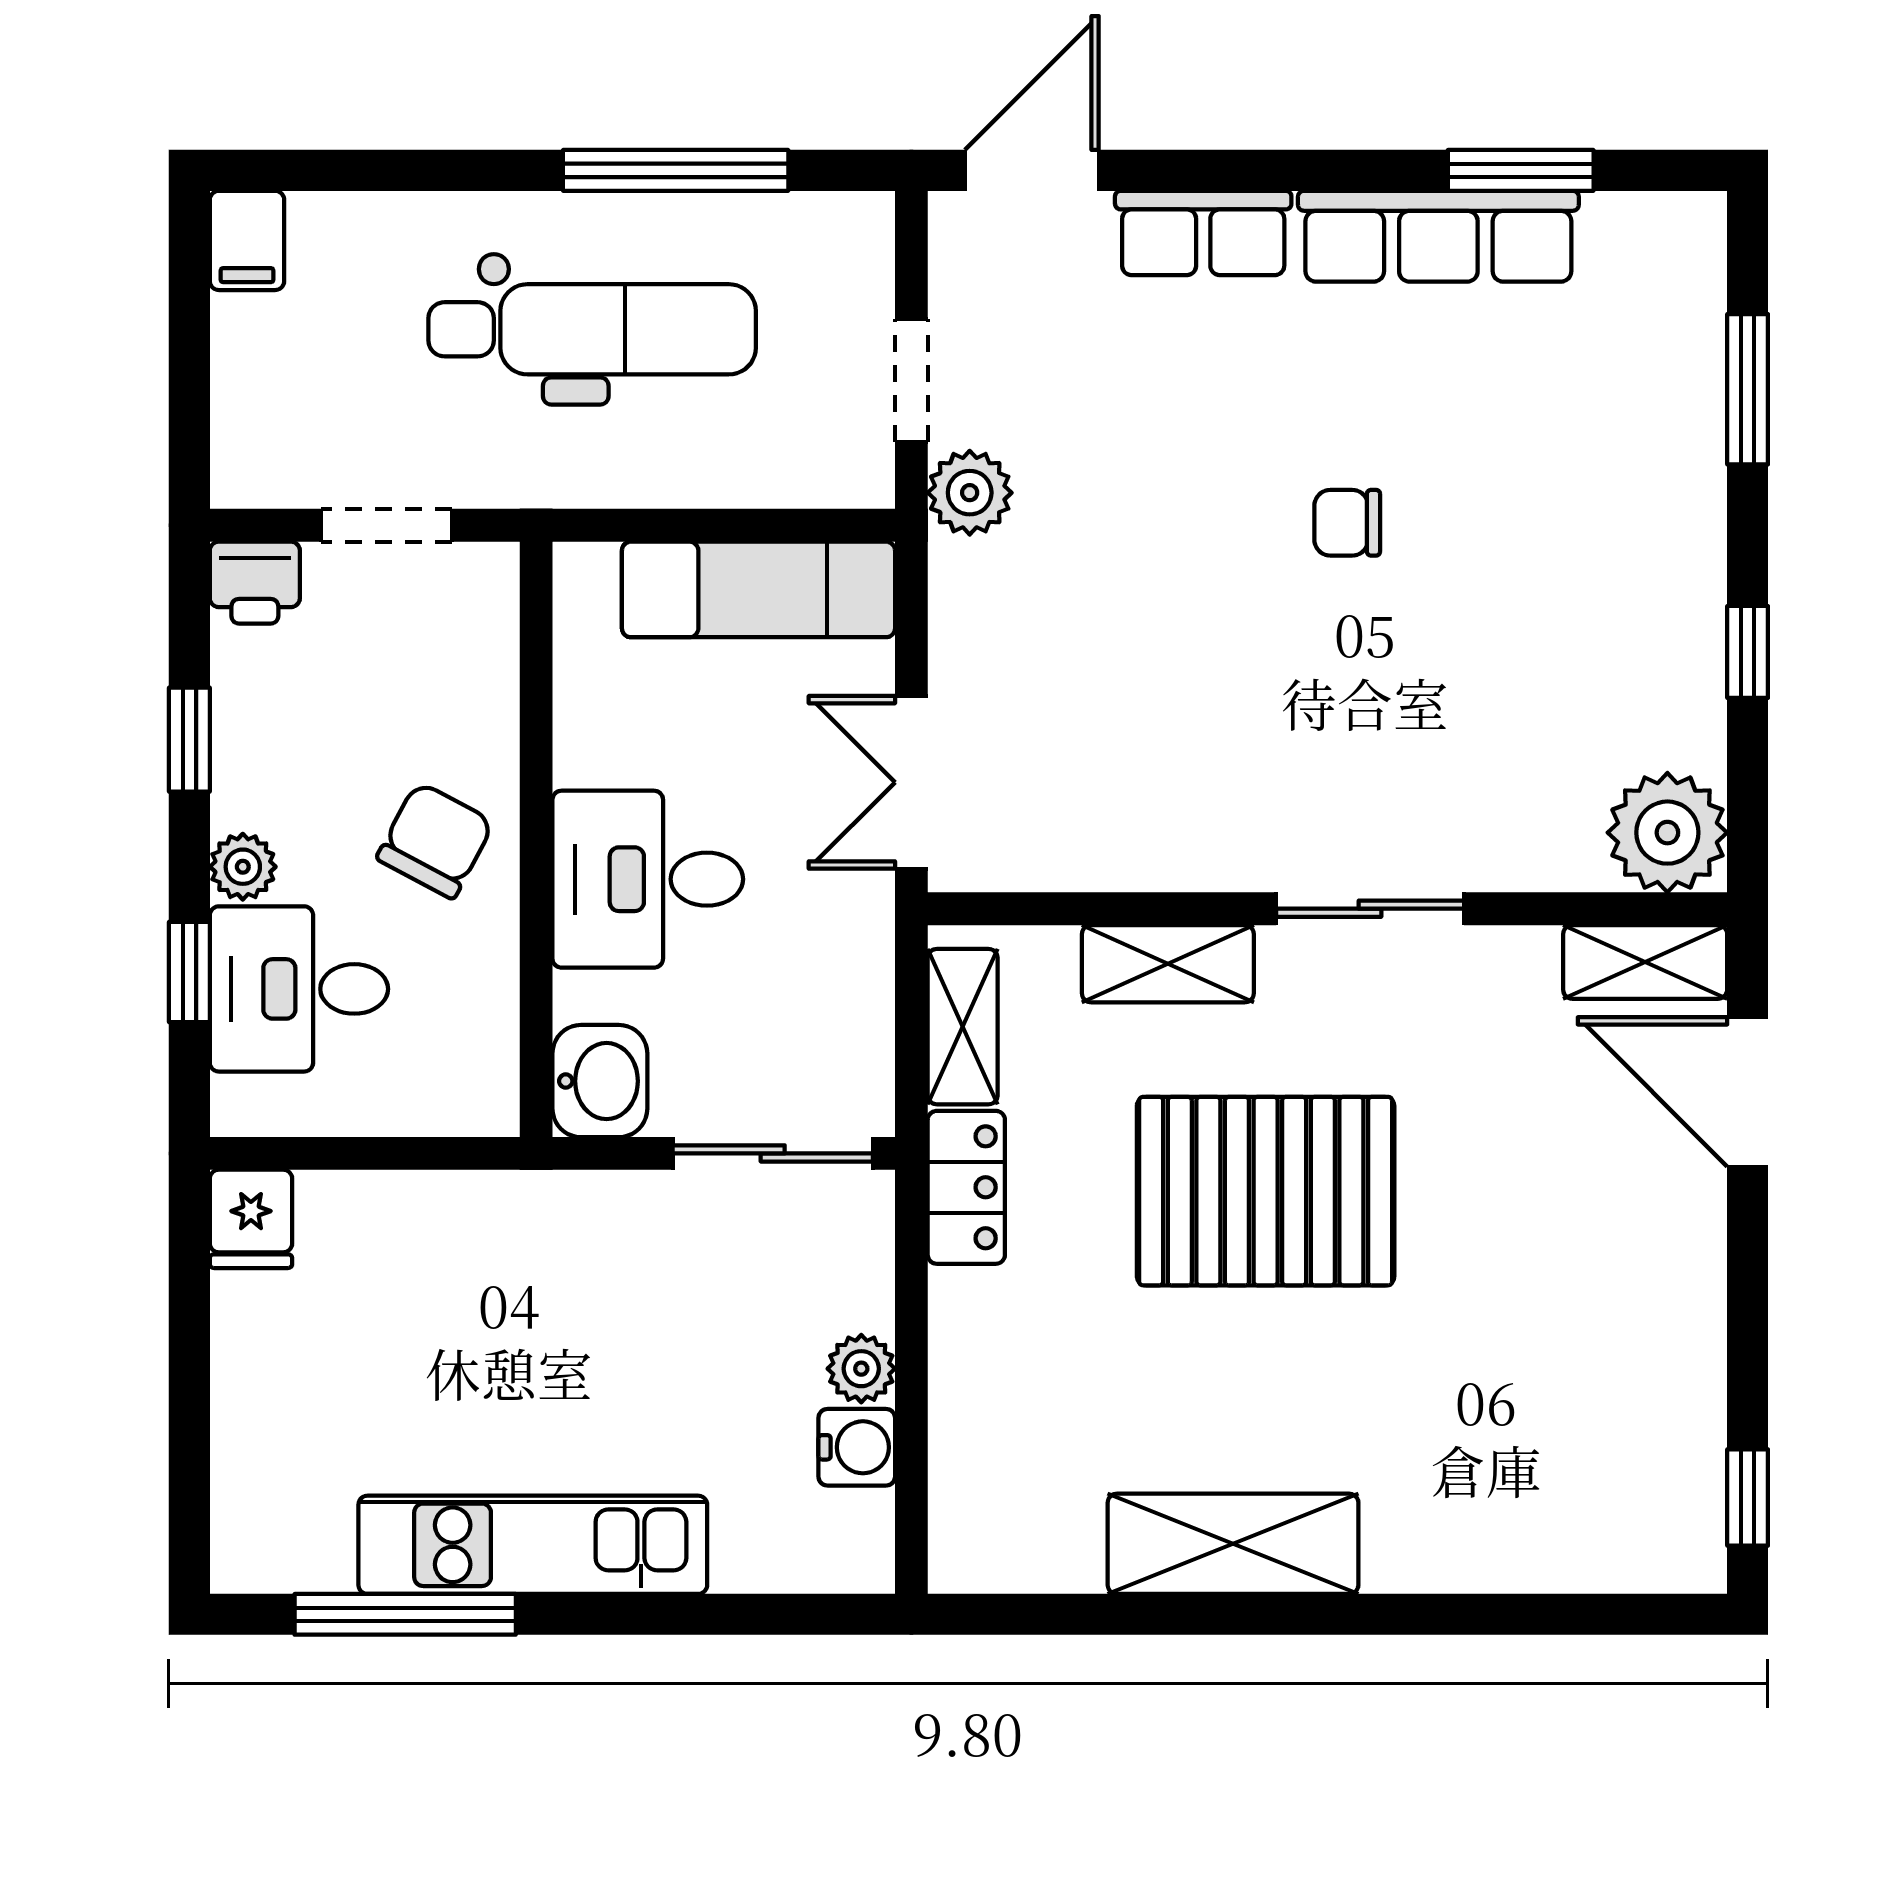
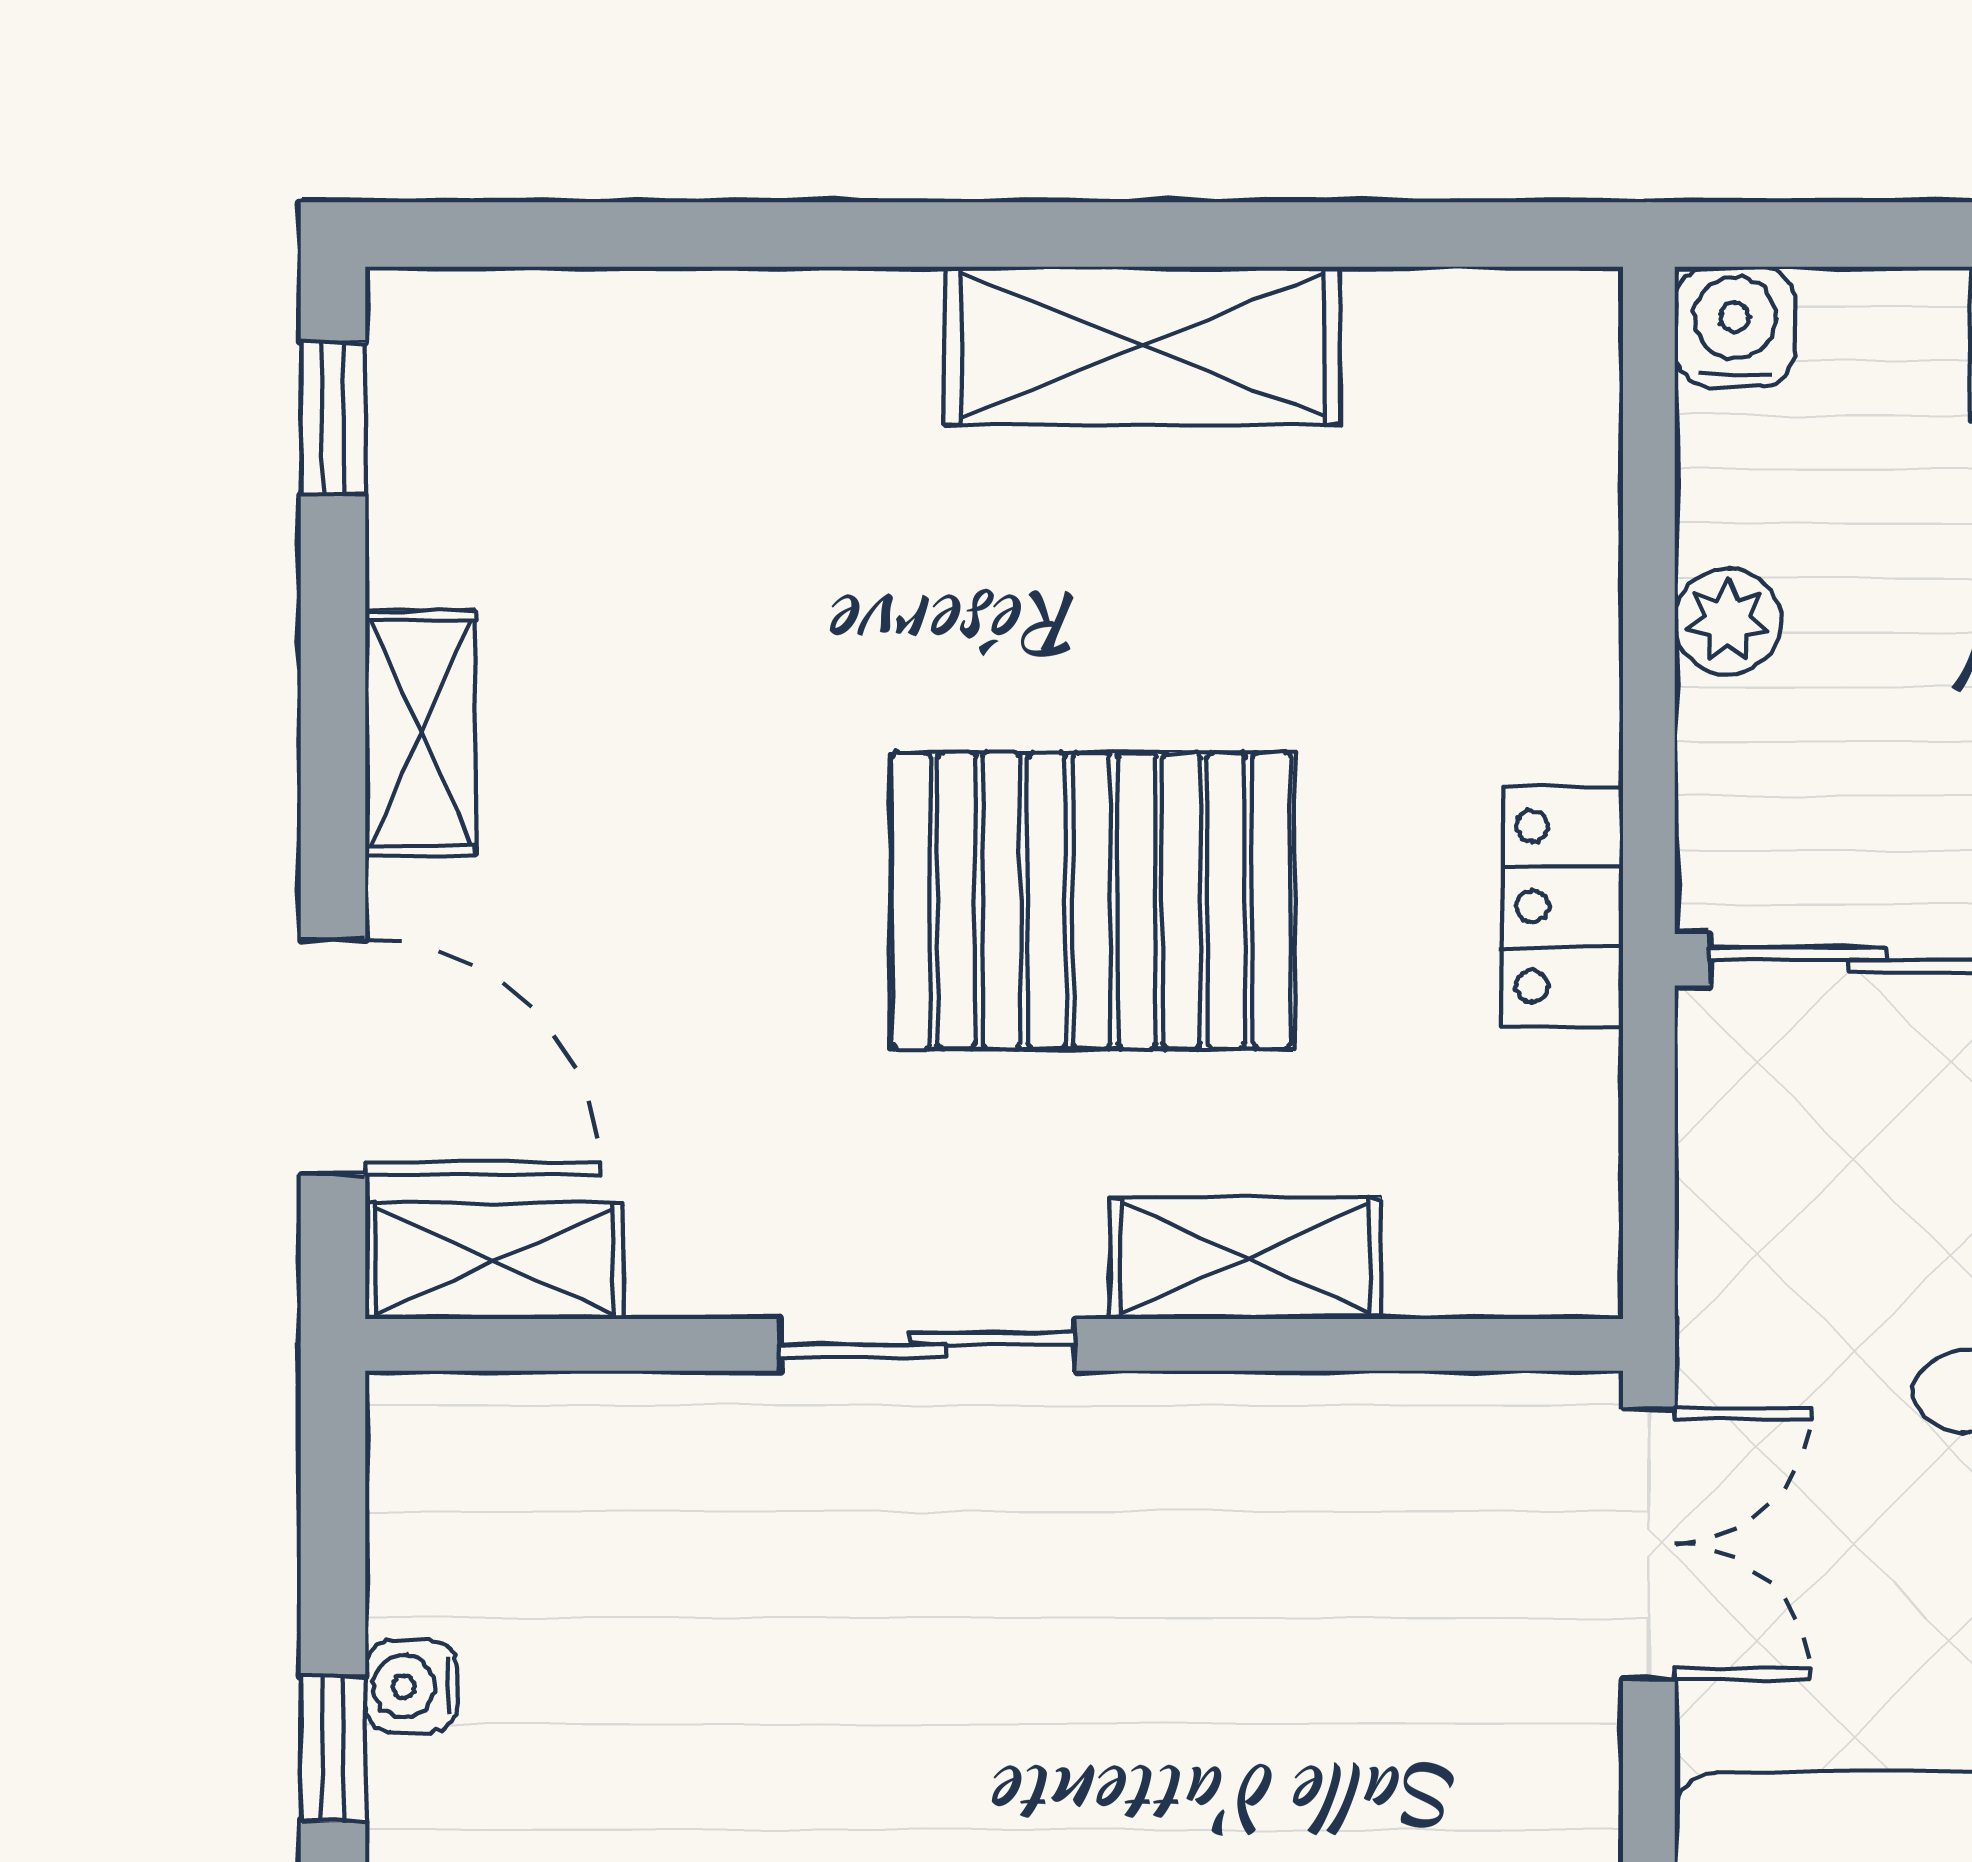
water cooler: (1698, 692) -> (411, 1686), added
plant: (1667, 833) -> (459, 1465), removed
shelving: (963, 1027) -> (420, 733), moved
water cooler: (857, 1447) -> (1735, 327), moved, turned 90

